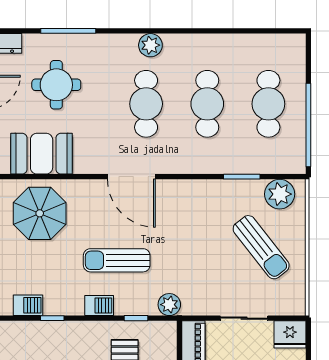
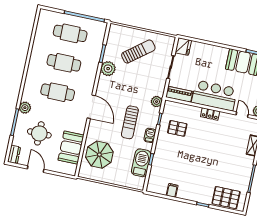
plant: (150, 45) -> (25, 108), moved
door: (131, 177) -> (91, 107), hinge flipped
plant: (280, 194) -> (108, 69), moved
barbecue: (28, 305) -> (141, 163), width x1.88, depth x1.53

